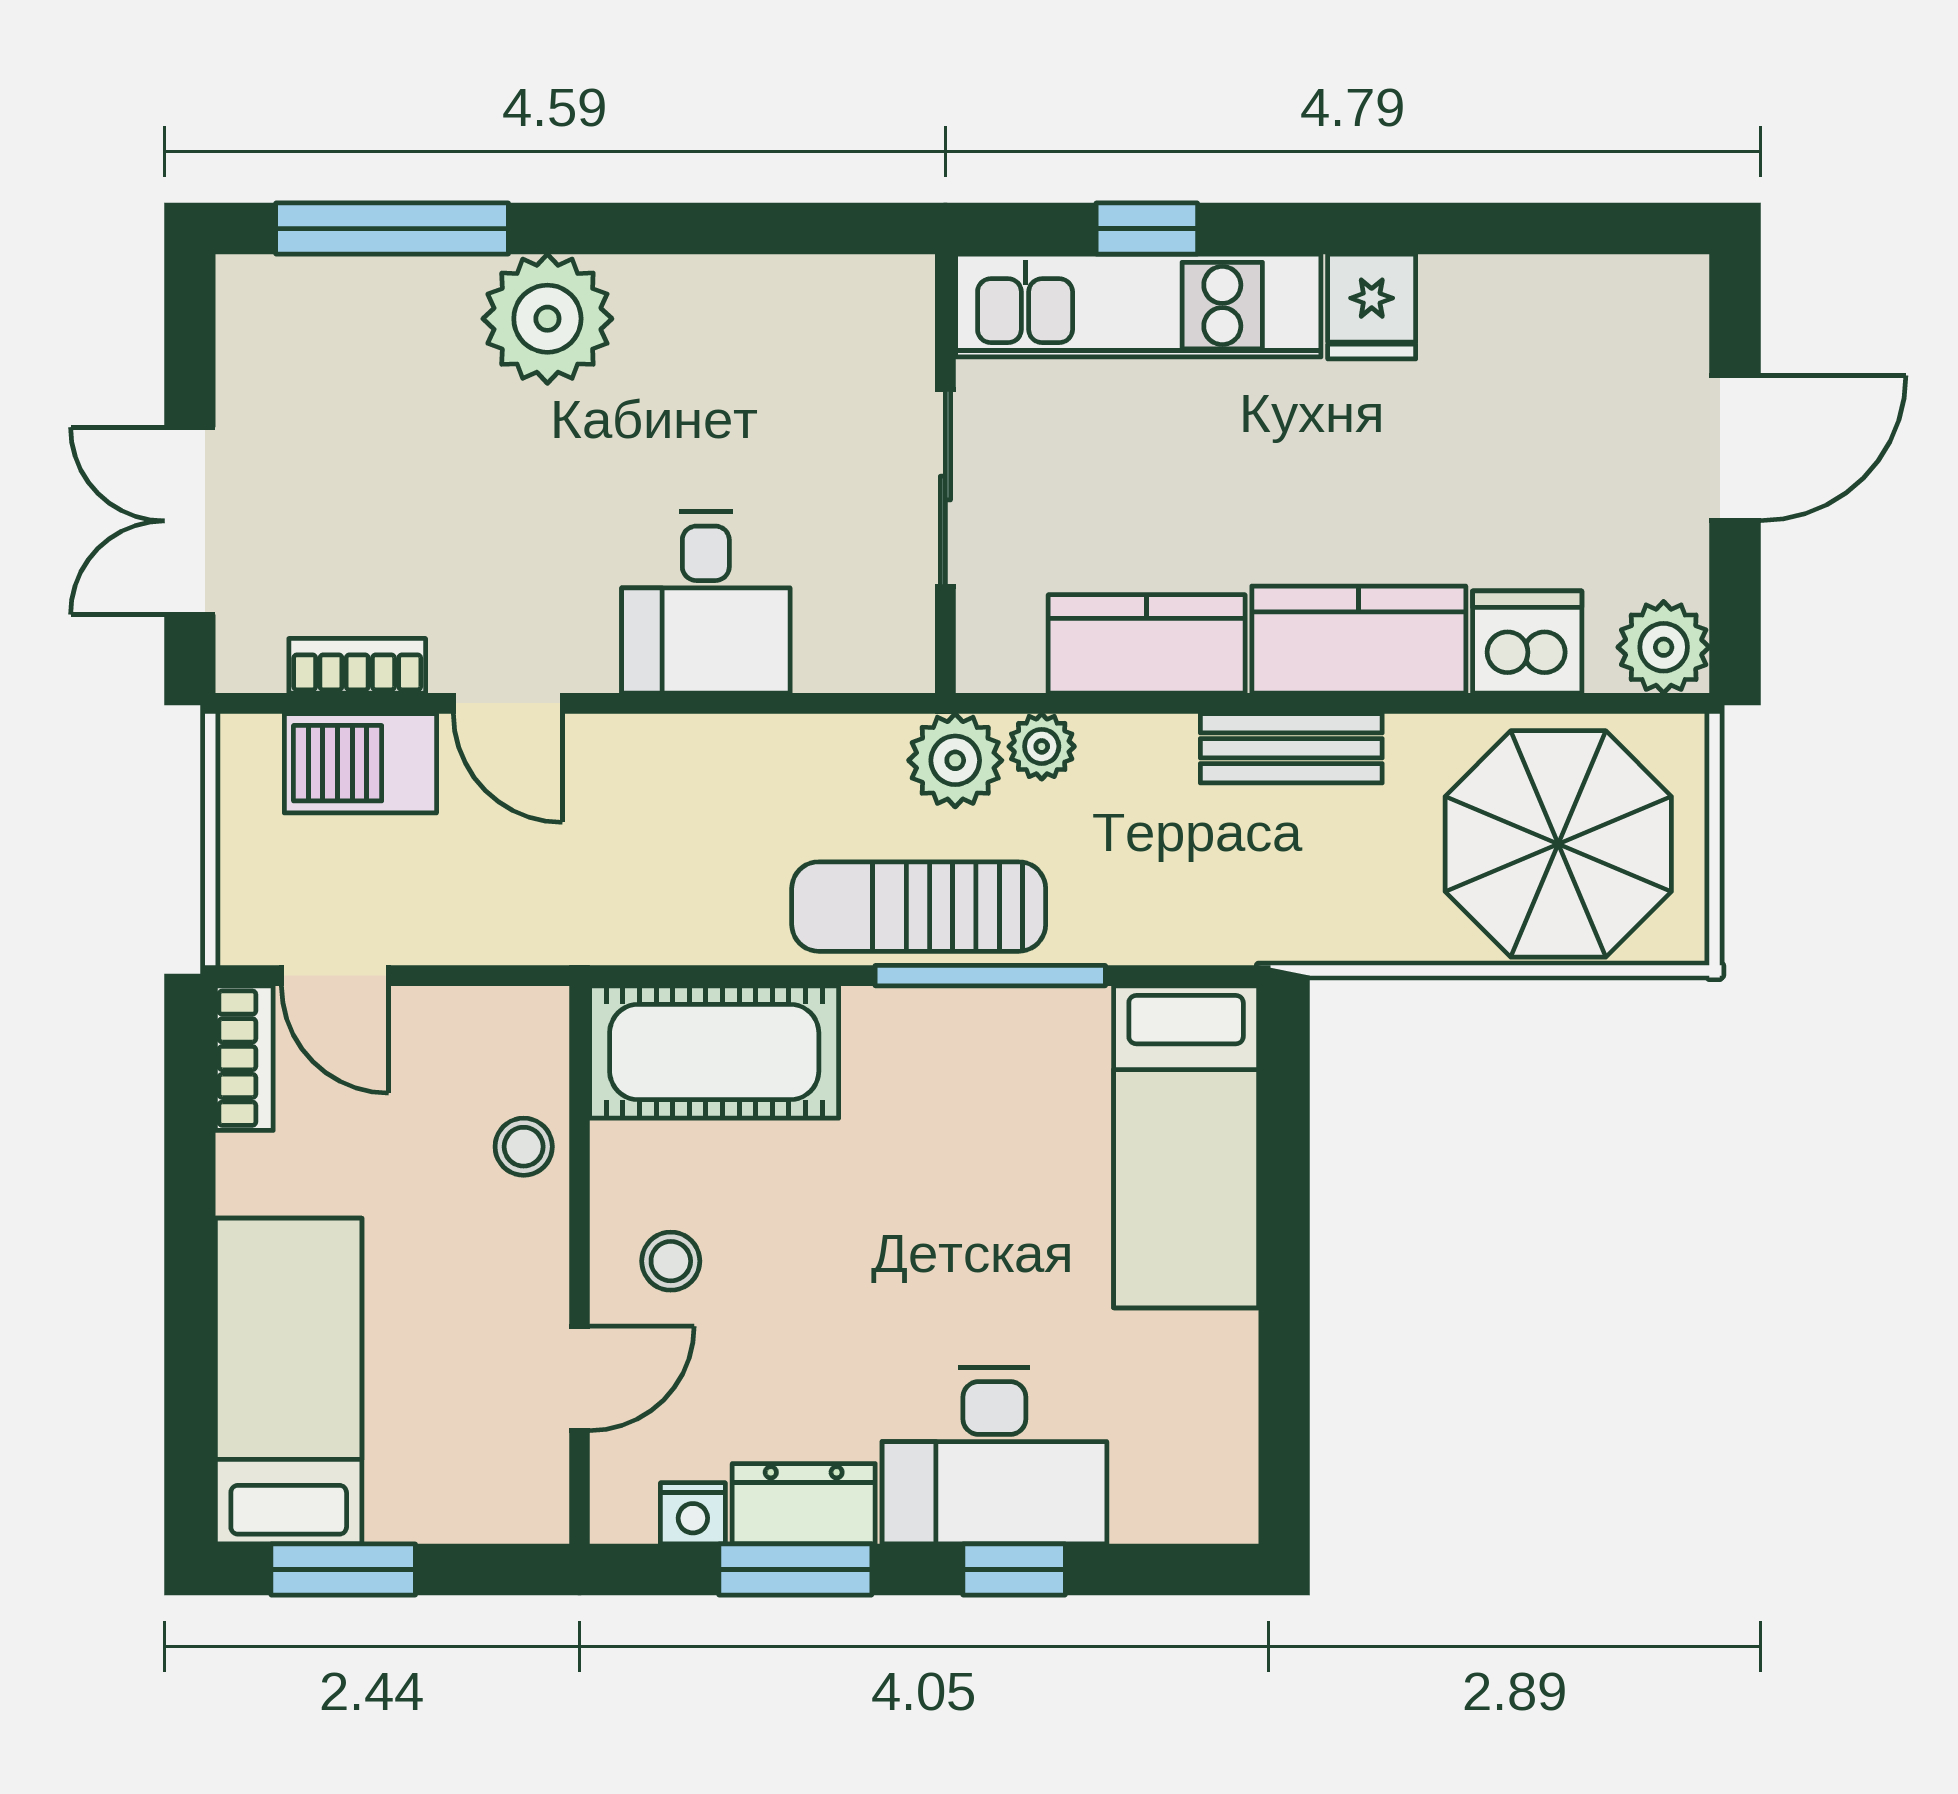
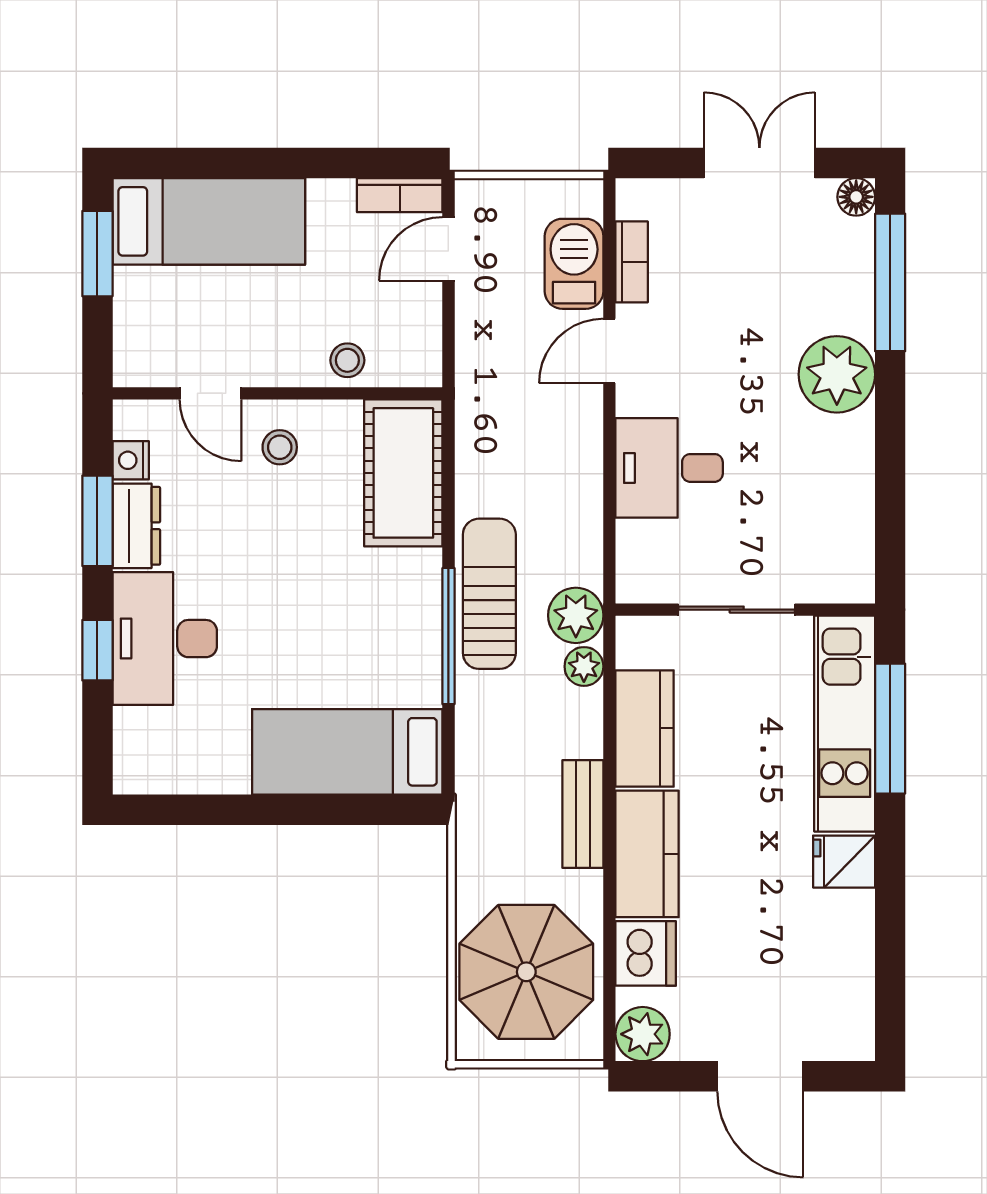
window: (1147, 229) -> (890, 729), width x2.17
floor lamp: (247, 286) -> (856, 197), added
double door: (190, 521) -> (759, 163), moved

